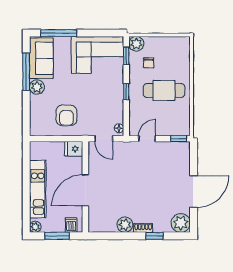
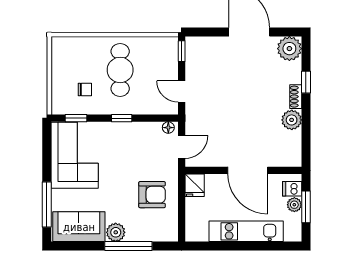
plant: (136, 44) -> (61, 105), removed
window: (26, 72) -> (128, 246), moved
plant: (35, 227) -> (294, 205), moved

